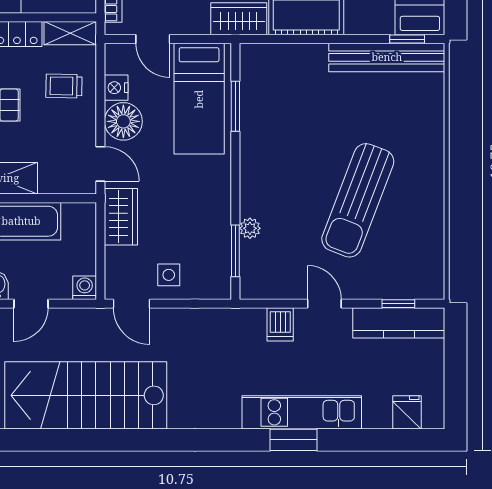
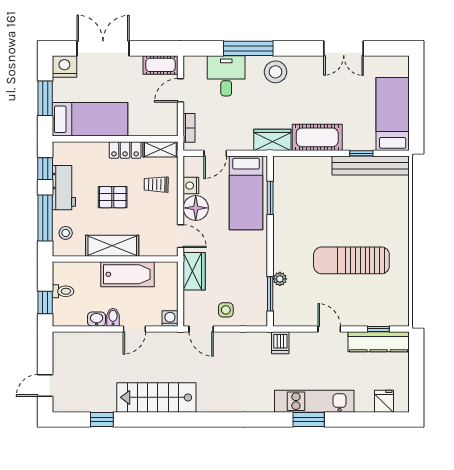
door: (153, 39) -> (215, 153), hinge flipped
window: (407, 39) -> (361, 153), moved
sun lounger: (358, 200) -> (351, 260), turned 69
dishwasher: (280, 324) -> (280, 343), moved
stairs: (86, 395) -> (156, 397), width x0.73, depth x0.66

